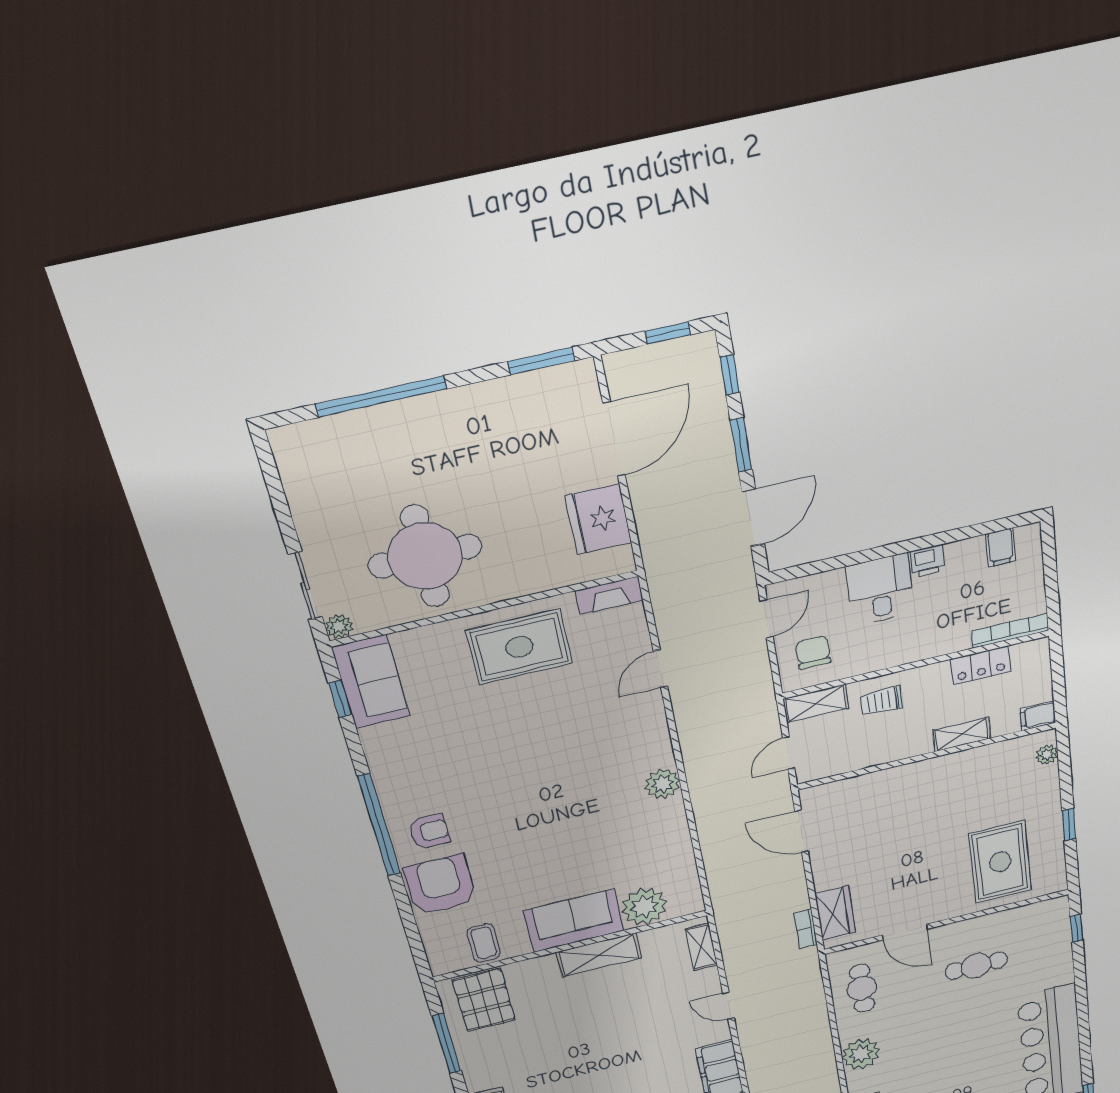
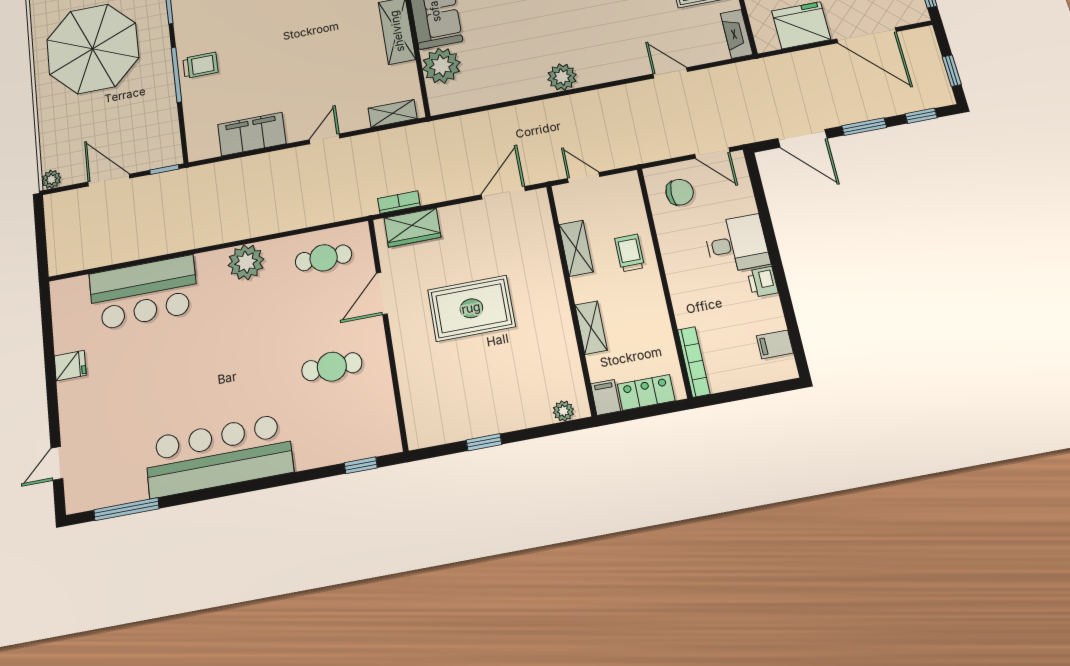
locker: (981, 665) -> (646, 392), moved, turned 90
shelving: (816, 704) -> (576, 248), moved
rug: (1000, 862) -> (471, 308), moved
cafe table: (976, 966) -> (332, 367), turned 90

